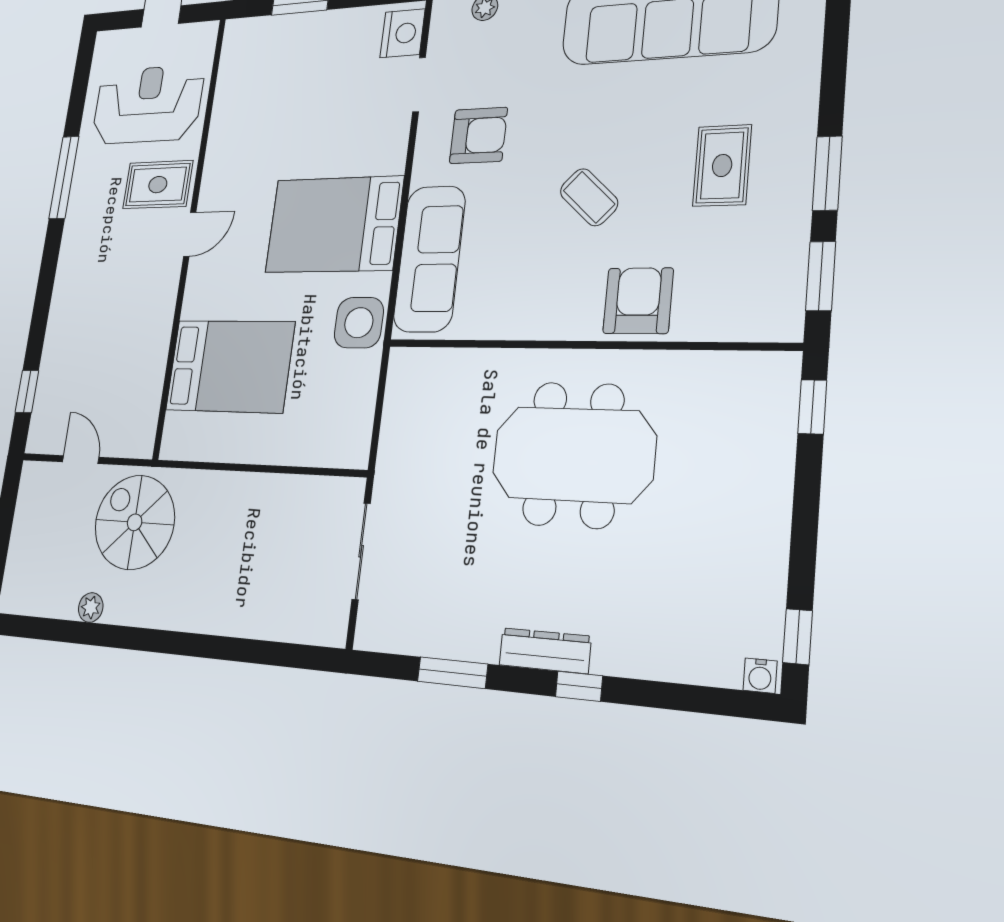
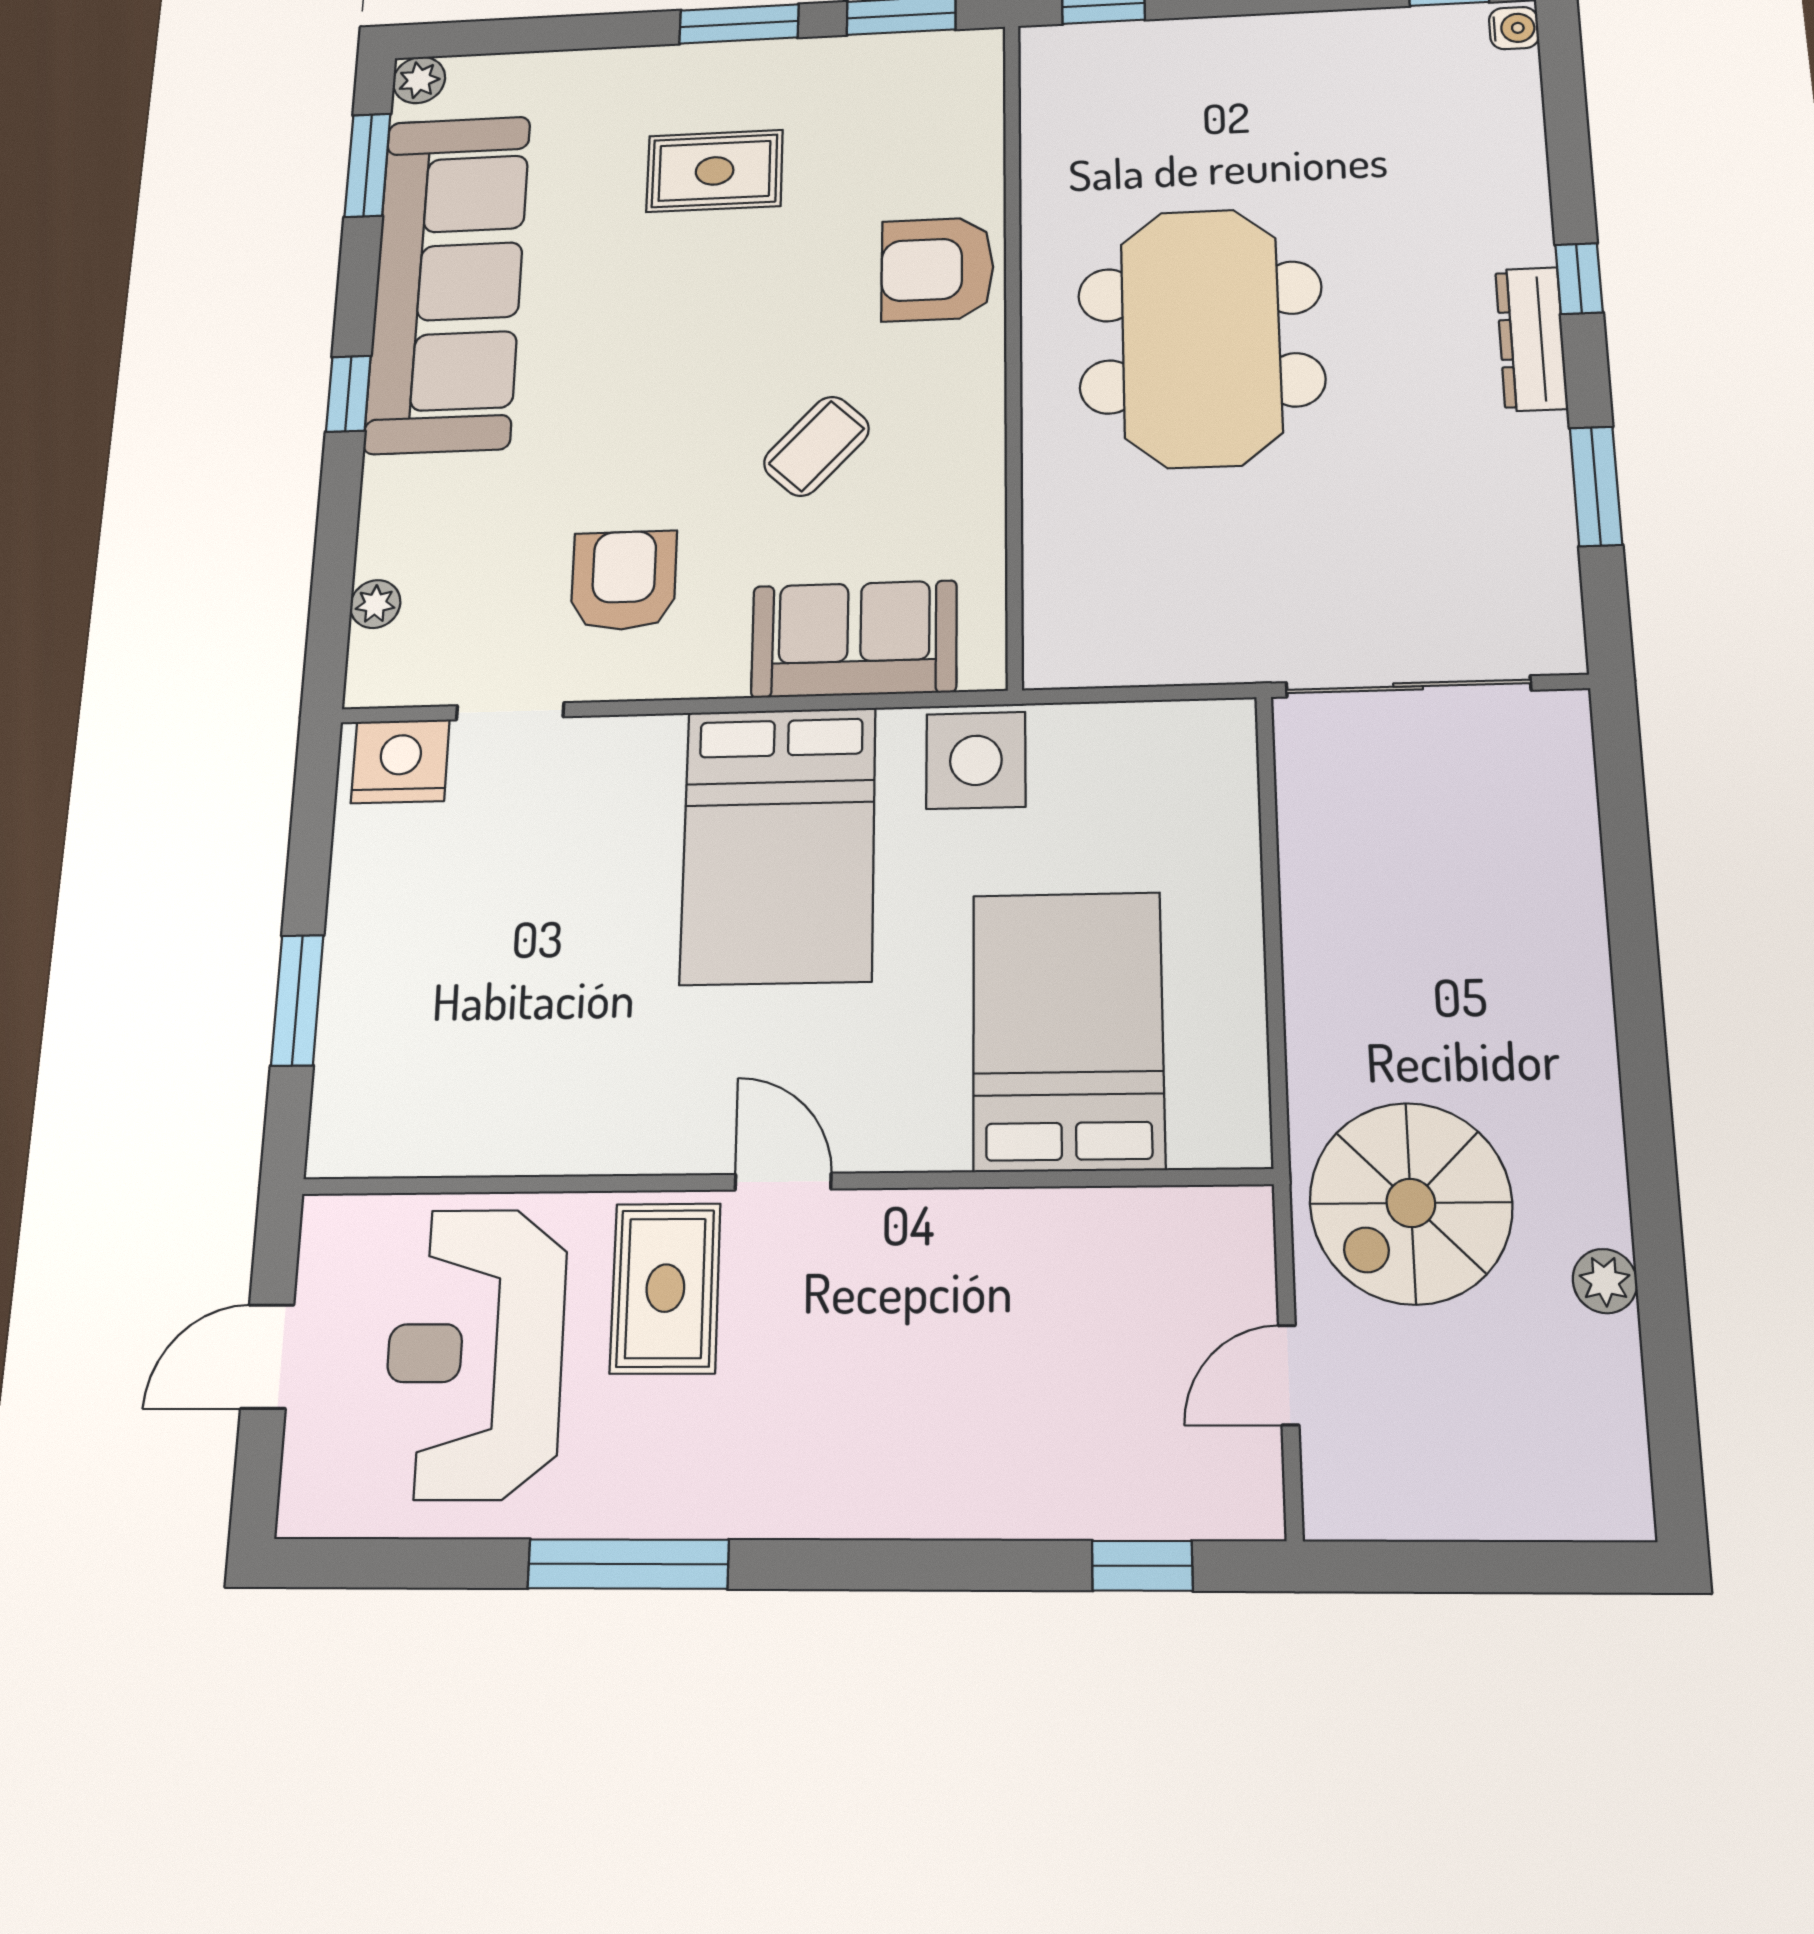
coffee table: (589, 197) -> (816, 446), moved
sofa: (429, 259) -> (854, 639), width x0.73
sliding door: (361, 551) -> (1408, 686), width x1.37

